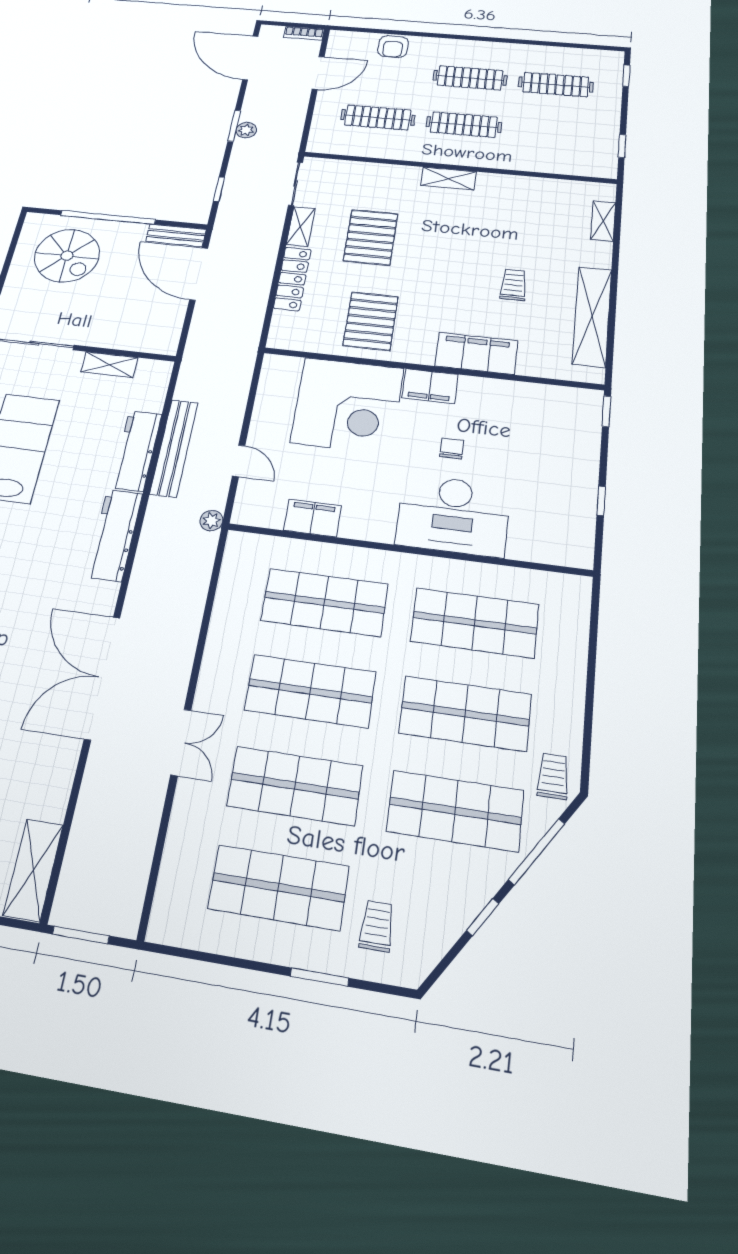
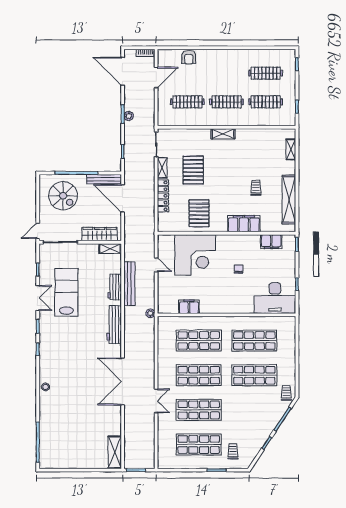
clothes rail: (470, 78) -> (266, 102), moved
bench: (176, 235) -> (104, 179), width x1.36
wardrobe: (129, 337) -> (100, 234), added
shelving: (109, 365) -> (110, 249), moved
filing cabinet: (430, 386) -> (271, 242), moved
workbench: (136, 451) -> (115, 287), width x0.73
door: (239, 461) -> (156, 265), moved
desk: (453, 515) -> (275, 298), moved
shop shelf: (455, 811) -> (254, 410), removed

